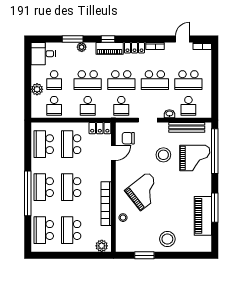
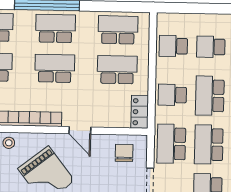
plant: (37, 89) -> (198, 22), removed
school desk: (121, 106) -> (171, 144), width x1.85
door: (113, 153) -> (80, 130), moved

